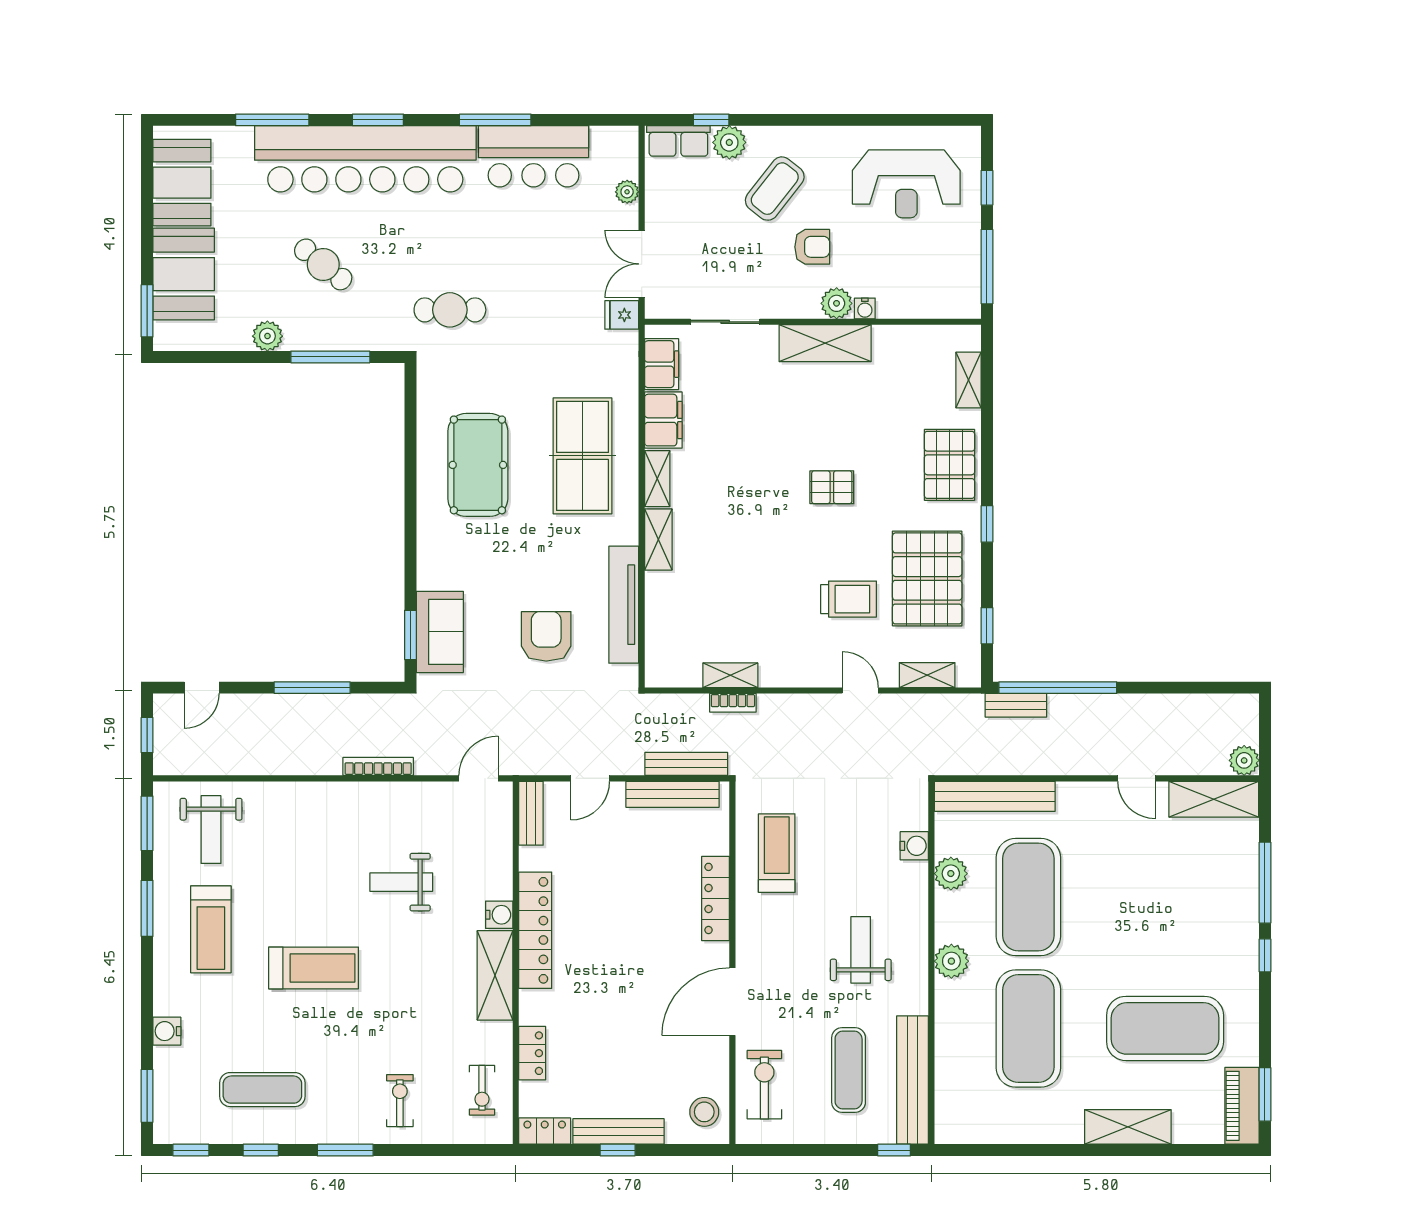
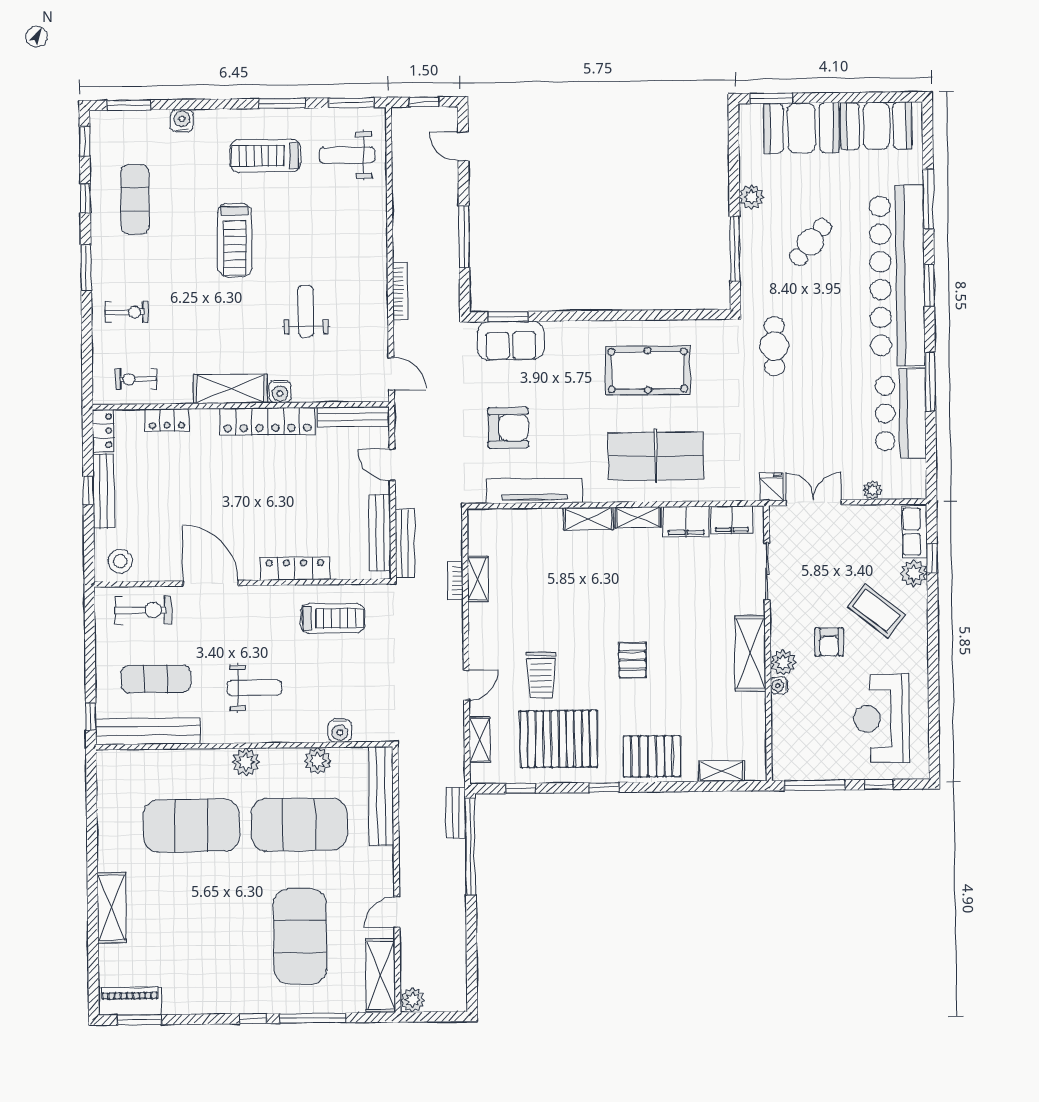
bench: (531, 813) -> (354, 417), width x1.36
exercise mat: (1165, 1028) -> (300, 936), moved

